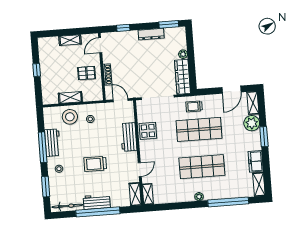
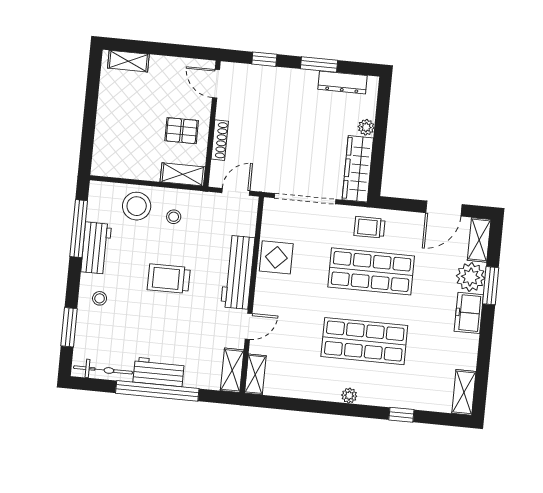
window: (169, 24) -> (319, 65), moved
dresser: (151, 34) -> (342, 82), moved
shelving: (70, 40) -> (128, 61), moved
door: (100, 45) -> (216, 84), hinge flipped
window: (37, 70) -> (90, 109), removed
shelving: (70, 98) -> (183, 174), moved
door: (121, 100) -> (236, 192), hinge flipped
workbench: (129, 137) -> (238, 272), width x1.38
window: (264, 137) -> (491, 286), moved
window: (43, 147) -> (79, 229), moved
freezer: (256, 161) -> (469, 313), moved
trolley: (95, 164) -> (169, 279), moved
window: (228, 202) -> (401, 415), width x0.32

